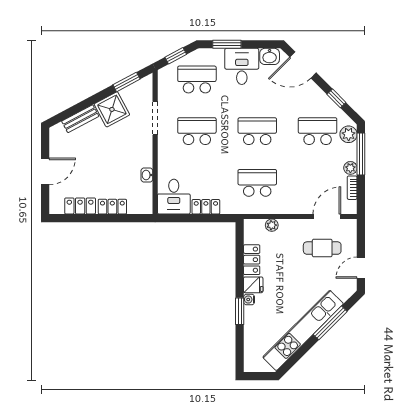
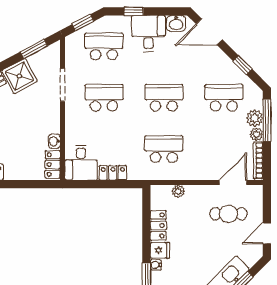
window: (227, 44) -> (134, 11), width x0.67
plant: (349, 134) -> (255, 118), moved
bookcase: (352, 188) -> (258, 160), width x1.56
locker: (112, 207) -> (53, 164), moved, turned -90

